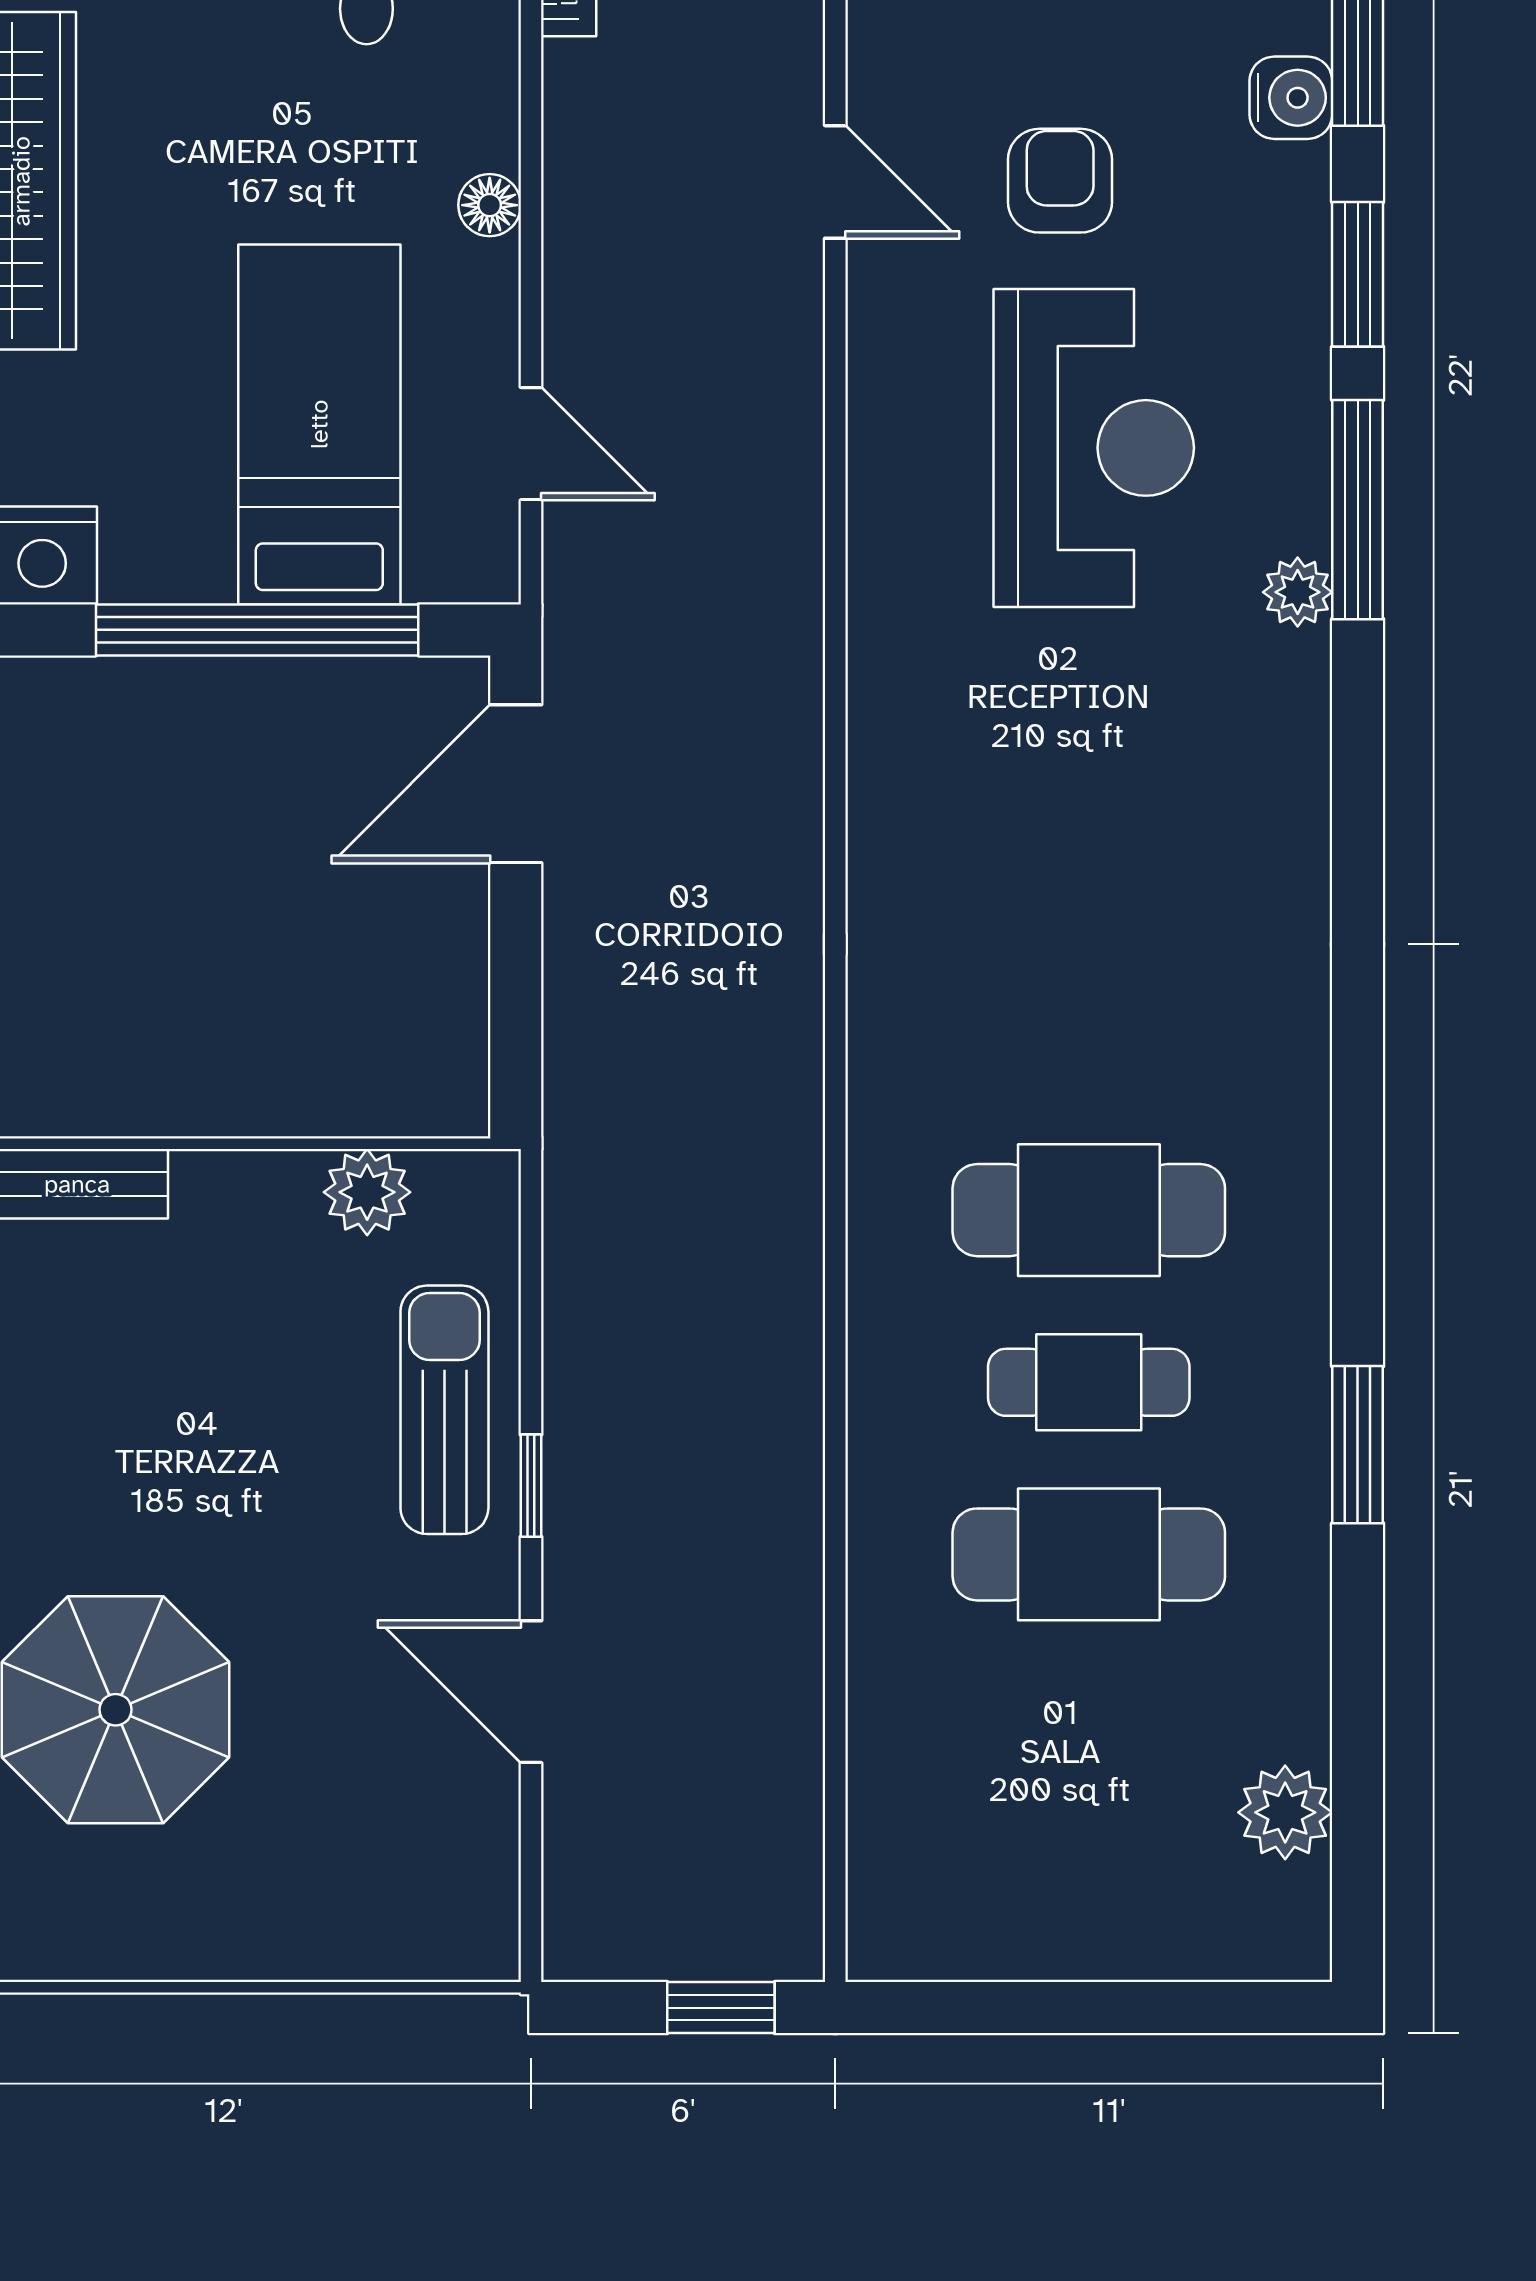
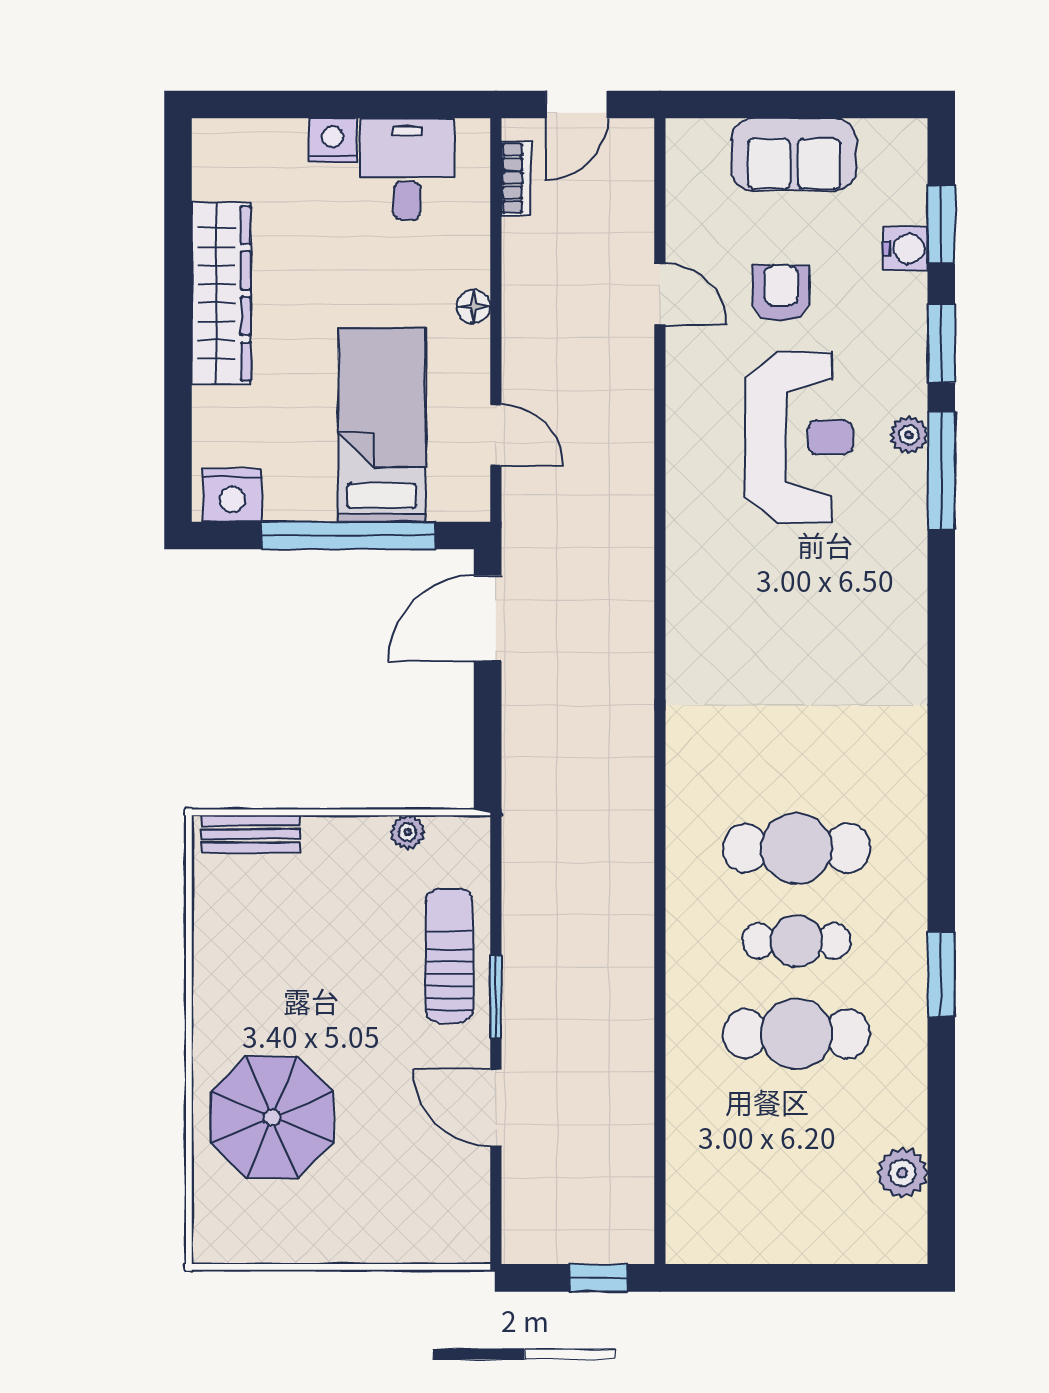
plant: (1298, 592) -> (909, 435), moved
plant: (367, 1192) -> (407, 832), width x0.73, depth x0.73
window: (531, 1486) -> (496, 997), width x1.50

